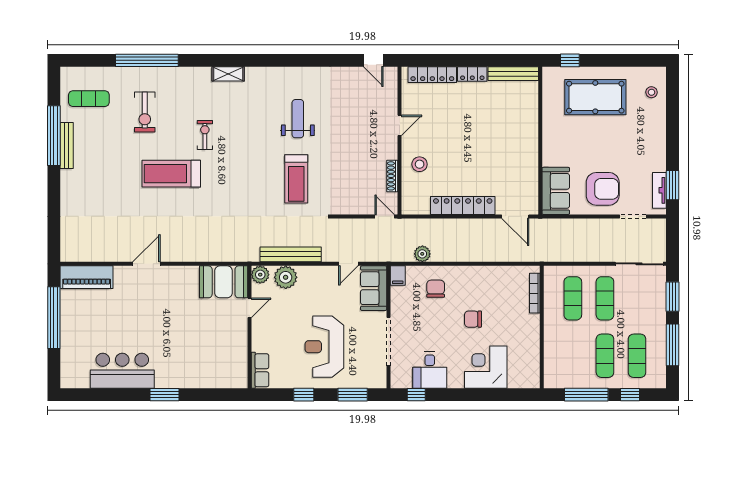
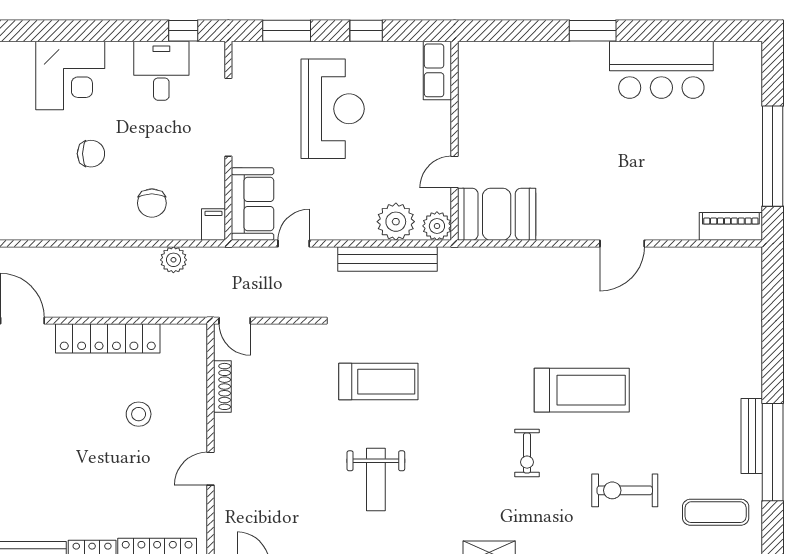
exercise bike: (145, 112) -> (625, 490), turned -90
stool: (420, 164) -> (139, 414), moved
treadmill: (296, 179) -> (378, 382), turned 90
piano: (87, 277) -> (731, 226), width x0.73, depth x0.75

